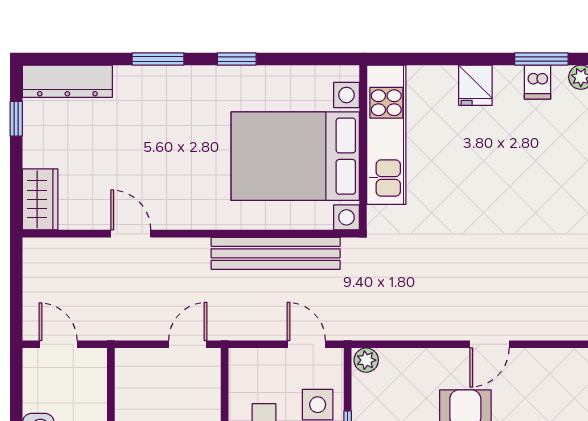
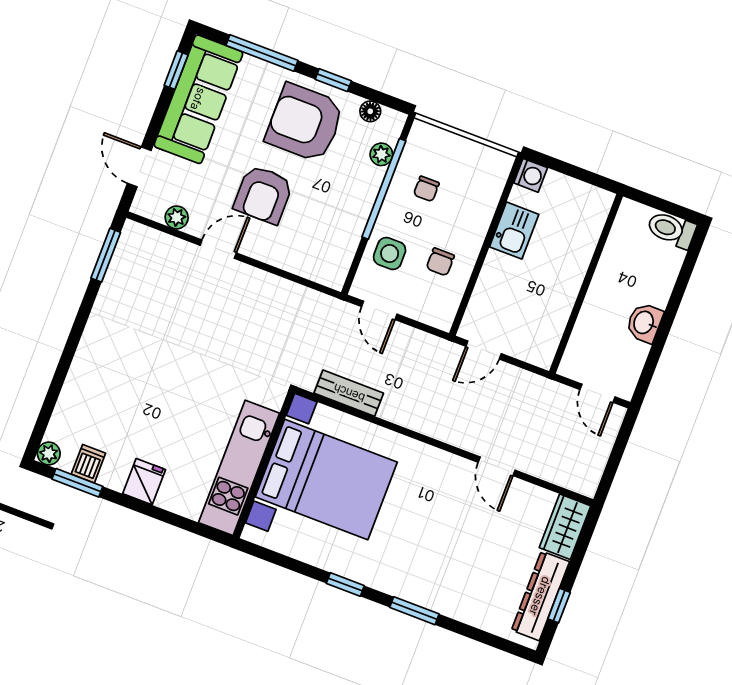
dresser: (67, 81) -> (540, 596), moved, turned -90
bench: (276, 253) -> (349, 393), width x0.54, depth x0.82
plant: (366, 360) -> (177, 217), moved

